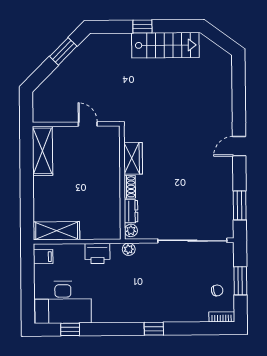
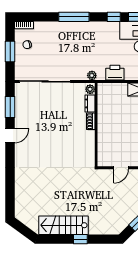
door: (88, 124) -> (121, 168), hinge flipped
door: (239, 146) -> (10, 136), moved
wardrobe: (133, 158) -> (88, 142), removed
window: (100, 329) -> (114, 17), added
window: (154, 329) -> (74, 17), width x2.17

